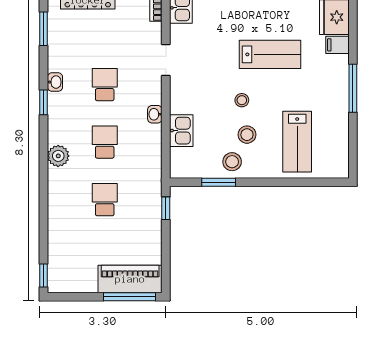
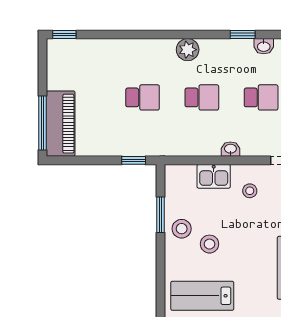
stool: (242, 100) -> (250, 191), moved

